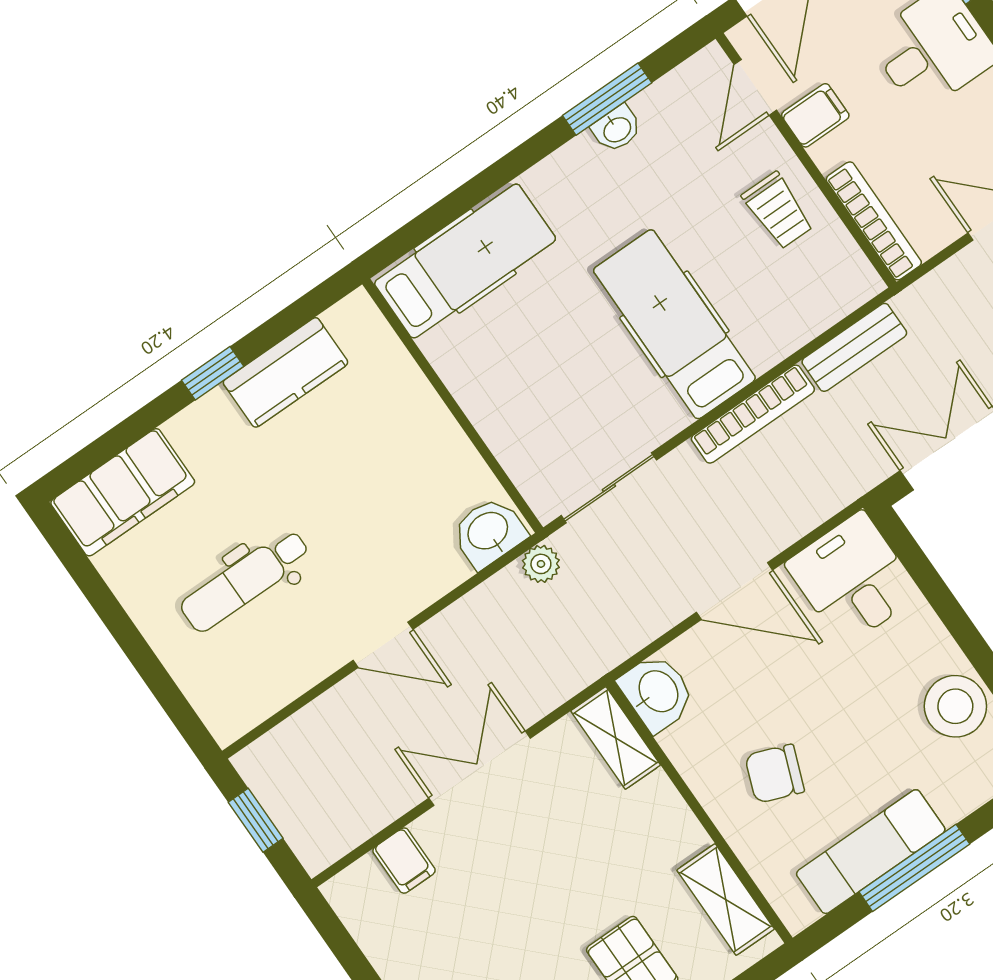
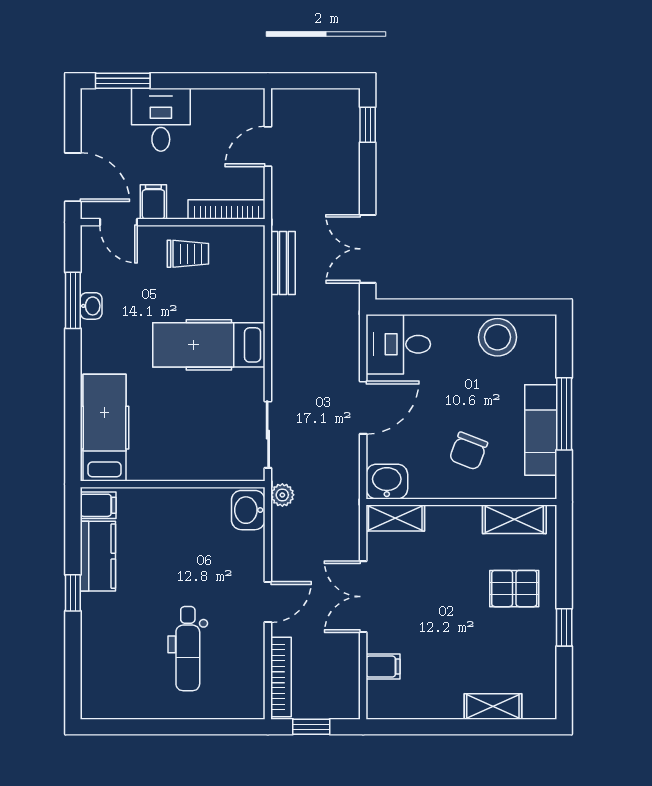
bookcase: (753, 414) -> (281, 677), moved
filing cabinet: (123, 492) -> (98, 505), moved, width x0.33, depth x0.86

